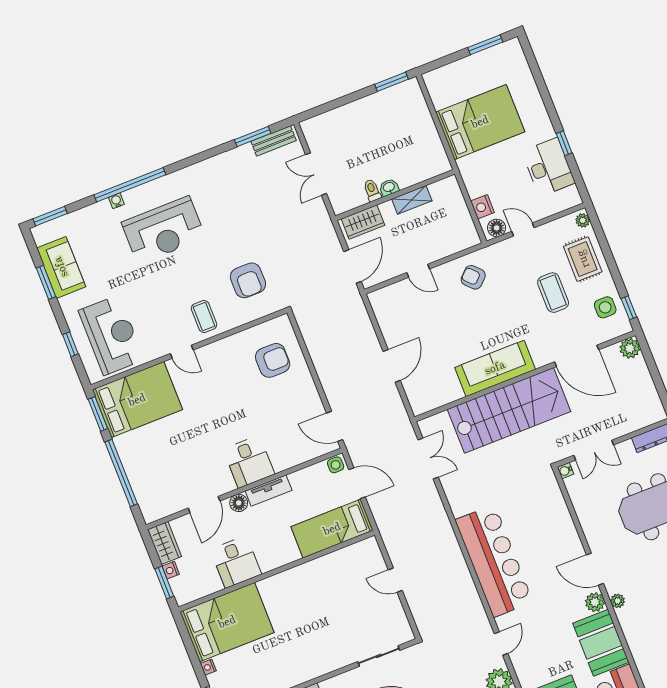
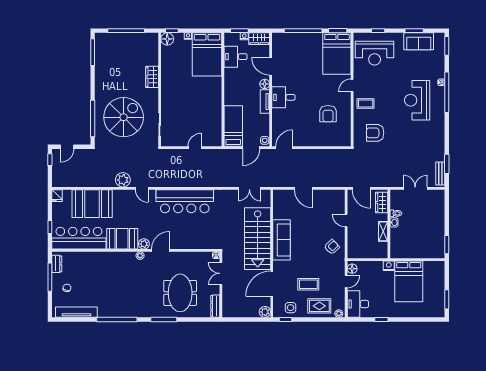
desk: (548, 167) -> (358, 304), moved, turned 90
nightstand: (482, 207) -> (389, 266), moved
door: (418, 271) -> (346, 221), hinge flipped
armchair: (273, 360) -> (328, 114), moved
desk: (236, 562) -> (236, 57), moved

